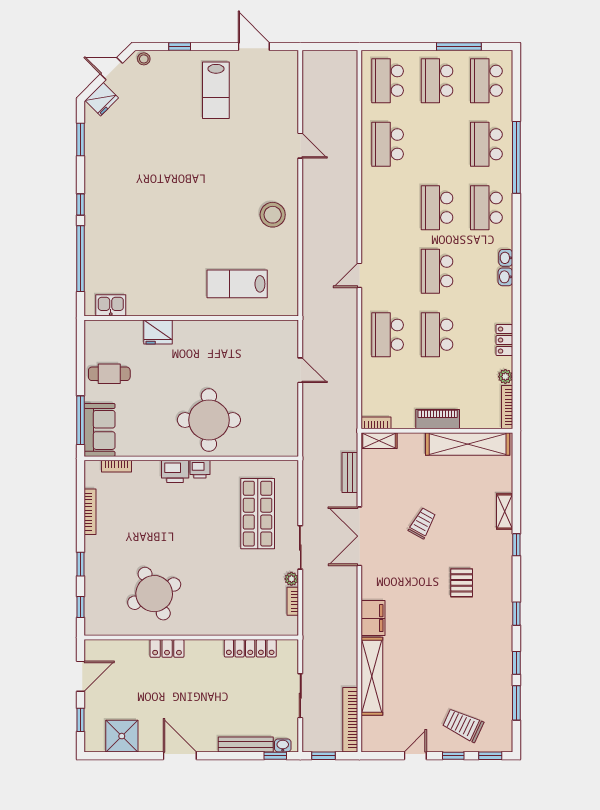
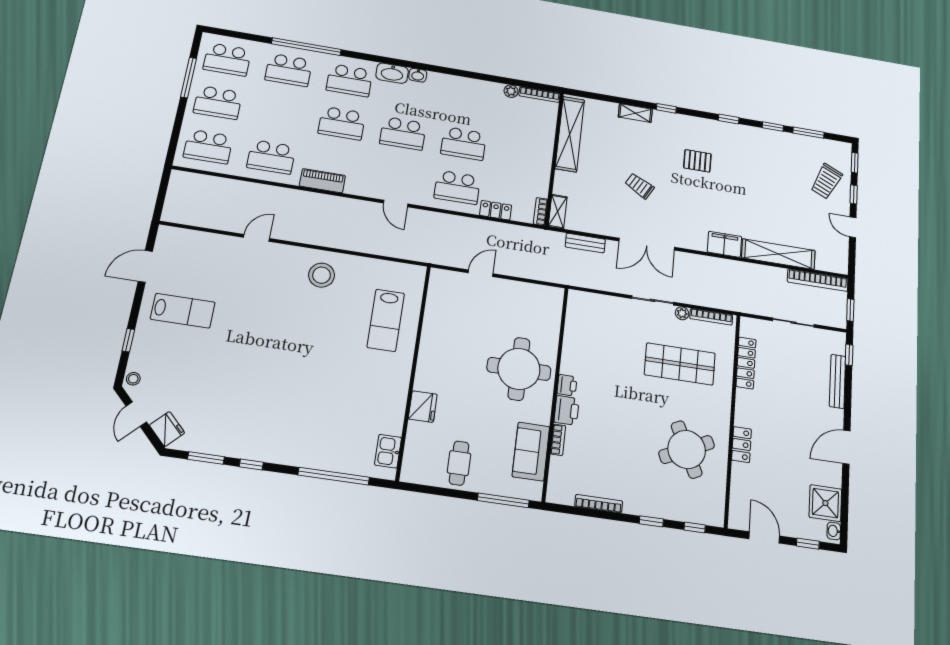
window: (80, 204) -> (251, 464), moved
washbasin: (506, 258) -> (392, 73), width x1.91, depth x1.45
locker: (504, 340) -> (496, 210), moved, turned 180
piano: (438, 419) -> (322, 181), moved, turned 90
sofa: (100, 430) -> (531, 451), moved, turned -90
bookcase: (117, 466) -> (558, 440), moved
shop shelf: (258, 514) -> (680, 364), moved
bookcase: (293, 601) -> (711, 317), width x1.56
washbasin: (283, 745) -> (834, 531), moved

